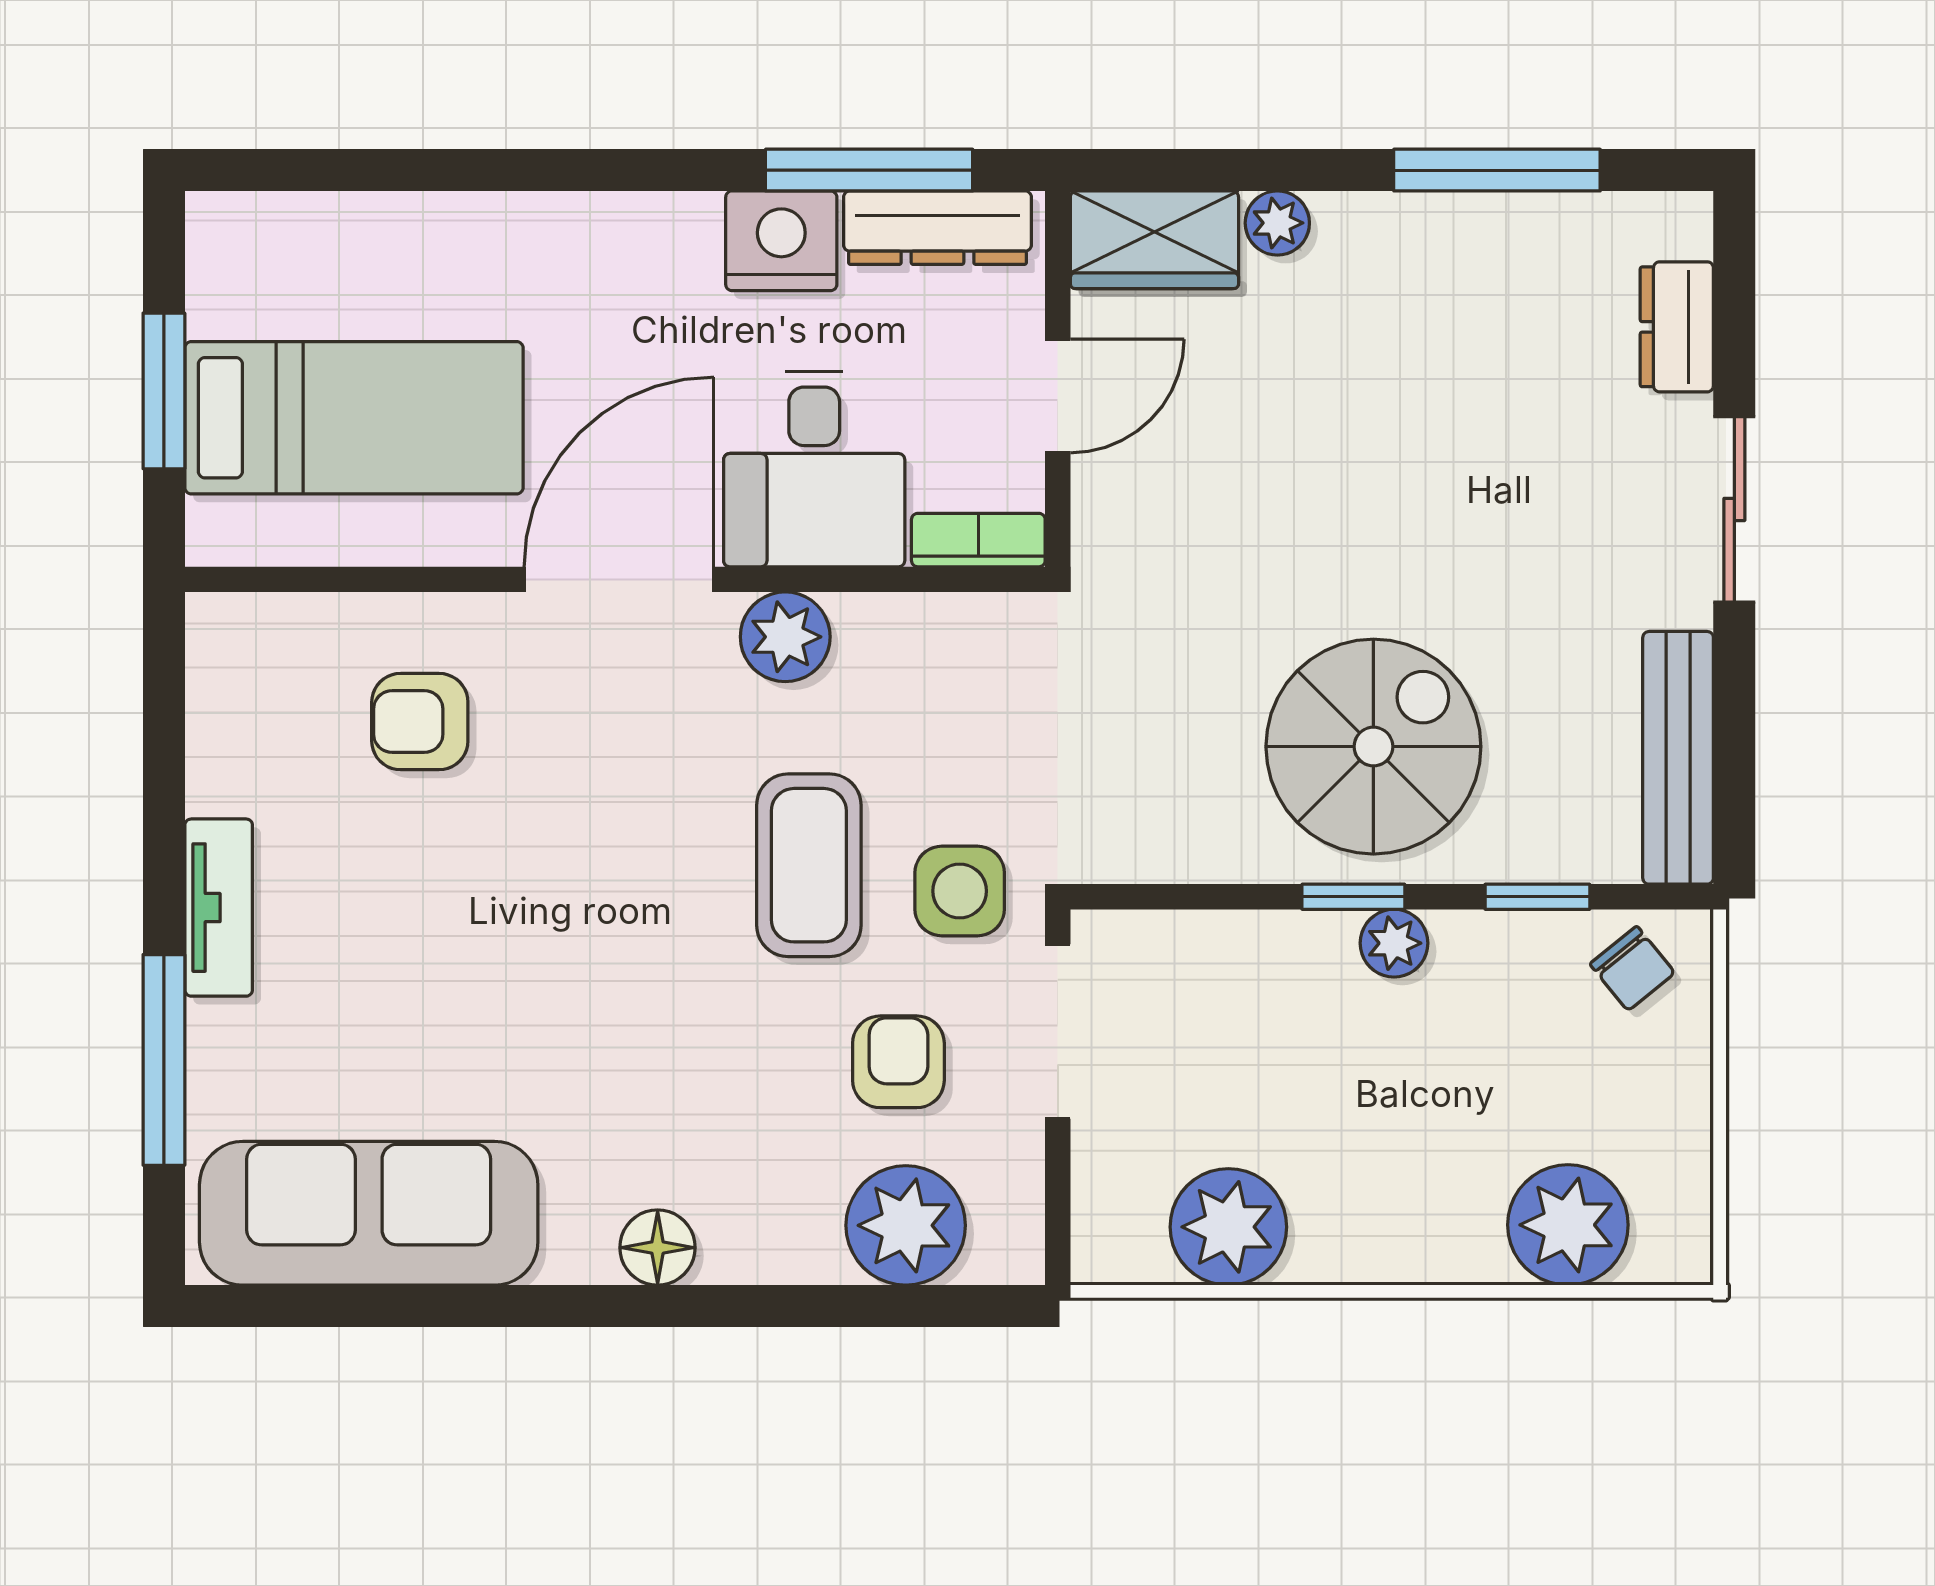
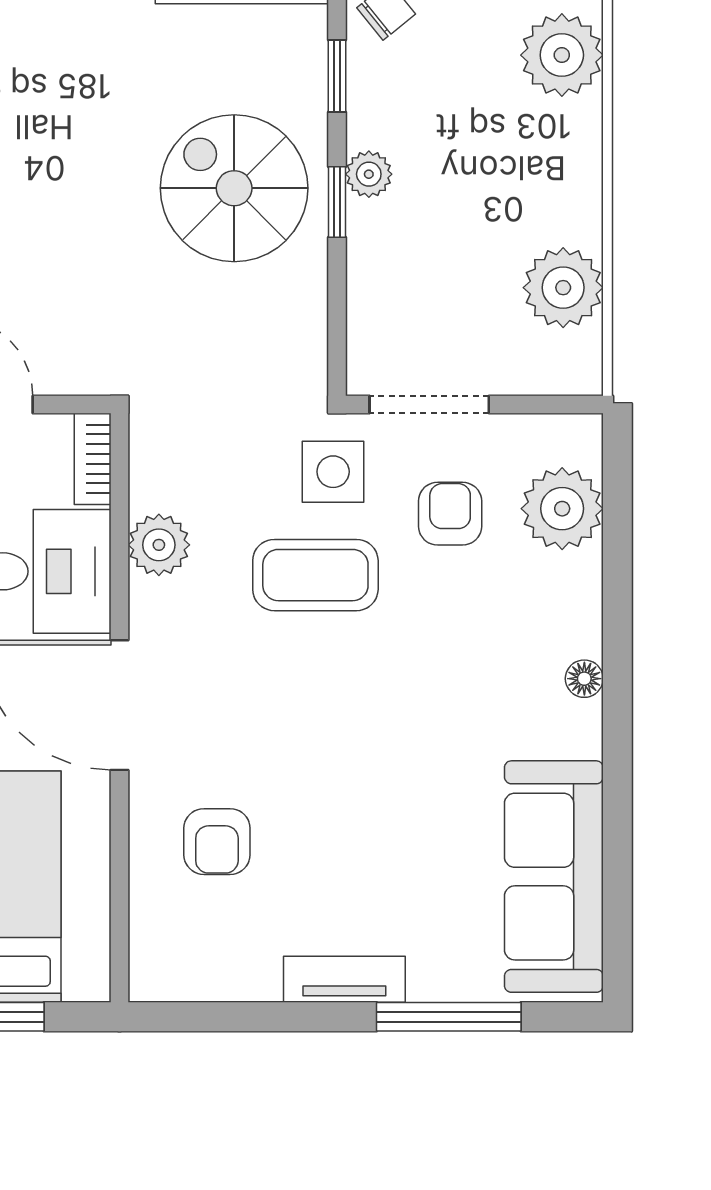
plant: (785, 637) -> (159, 545), moved
armchair: (898, 1062) -> (450, 514), turned 90
floor lamp: (658, 1248) -> (584, 679), width x0.73, depth x0.73

